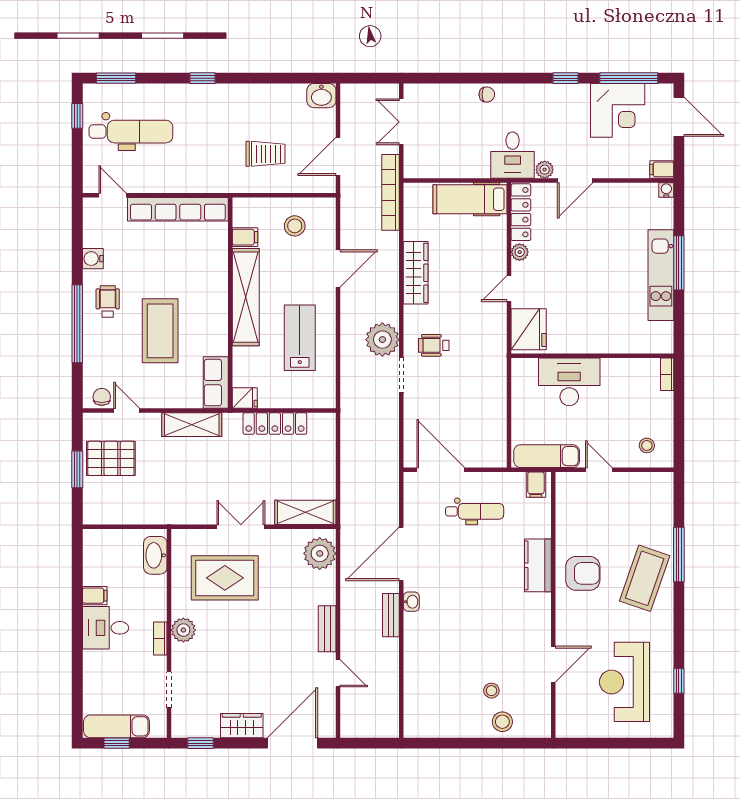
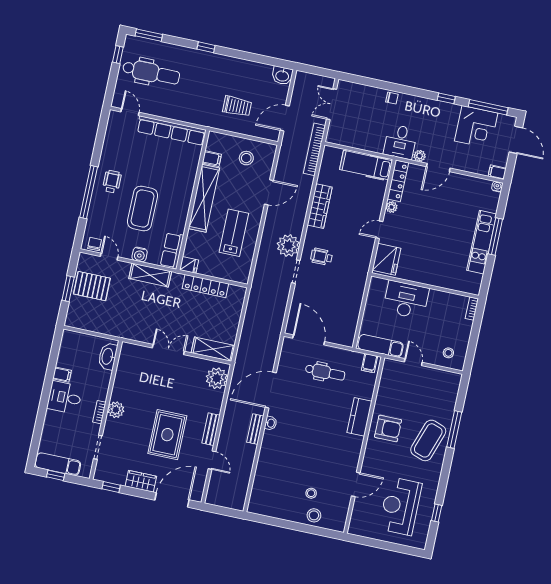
water cooler: (93, 259) -> (140, 255), moved, turned -90
rug: (225, 578) -> (167, 435), moved, turned 90

